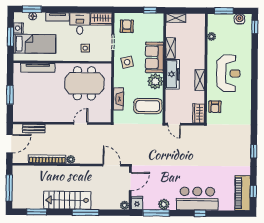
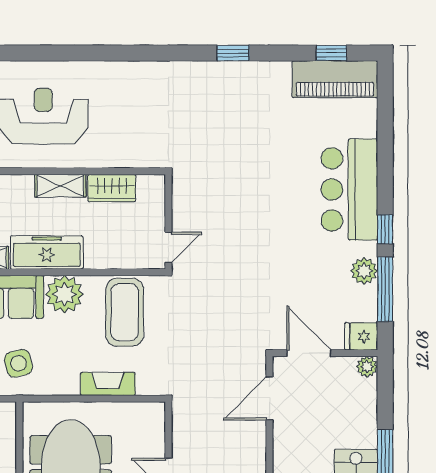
armchair: (215, 107) -> (125, 148), removed
wardrobe: (199, 113) -> (112, 188), moved
window: (200, 213) -> (385, 229), moved

